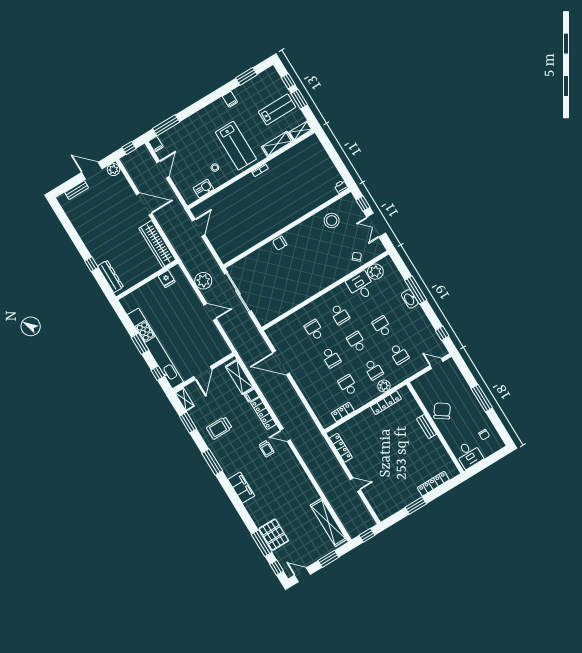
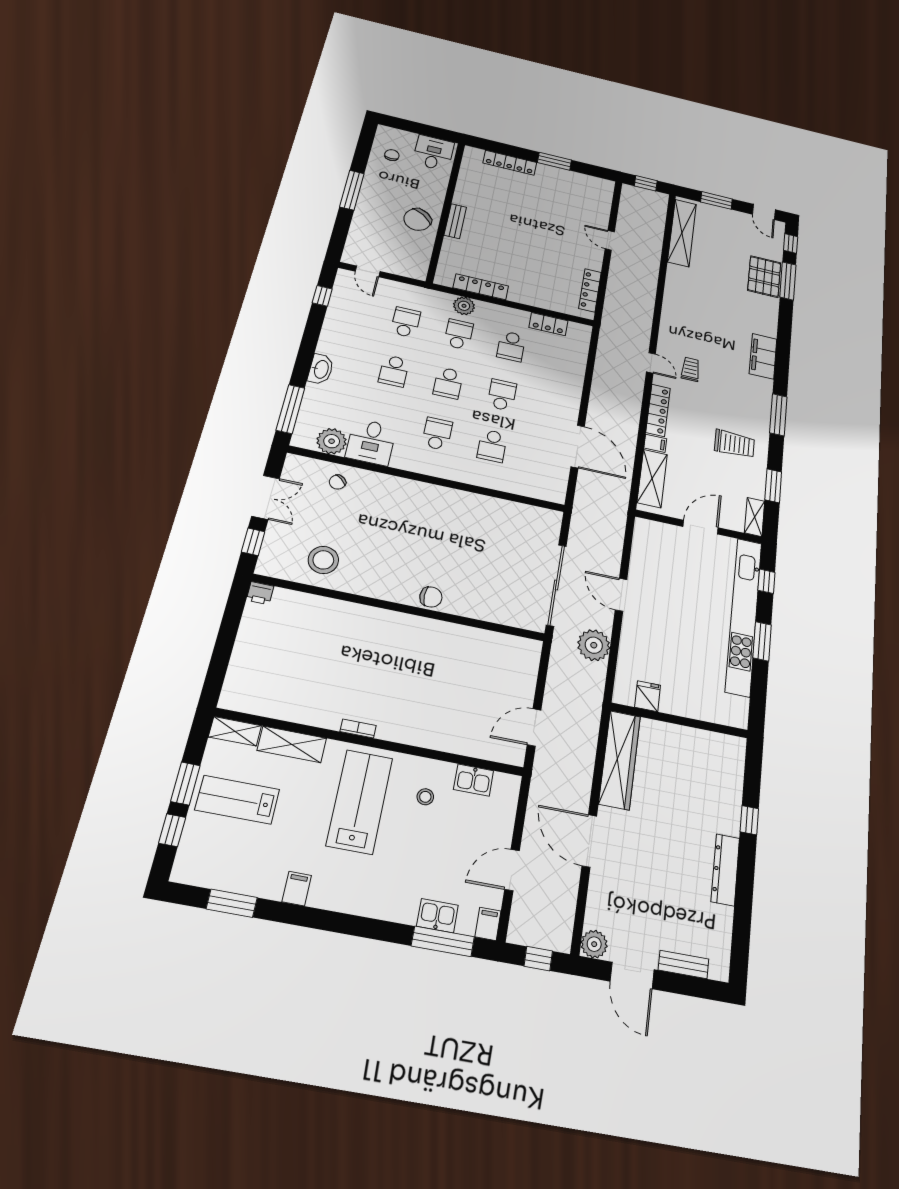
kitchen sink: (175, 132) -> (437, 916), added
dresser: (110, 276) -> (725, 870), moved
window: (416, 290) -> (290, 409), moved

